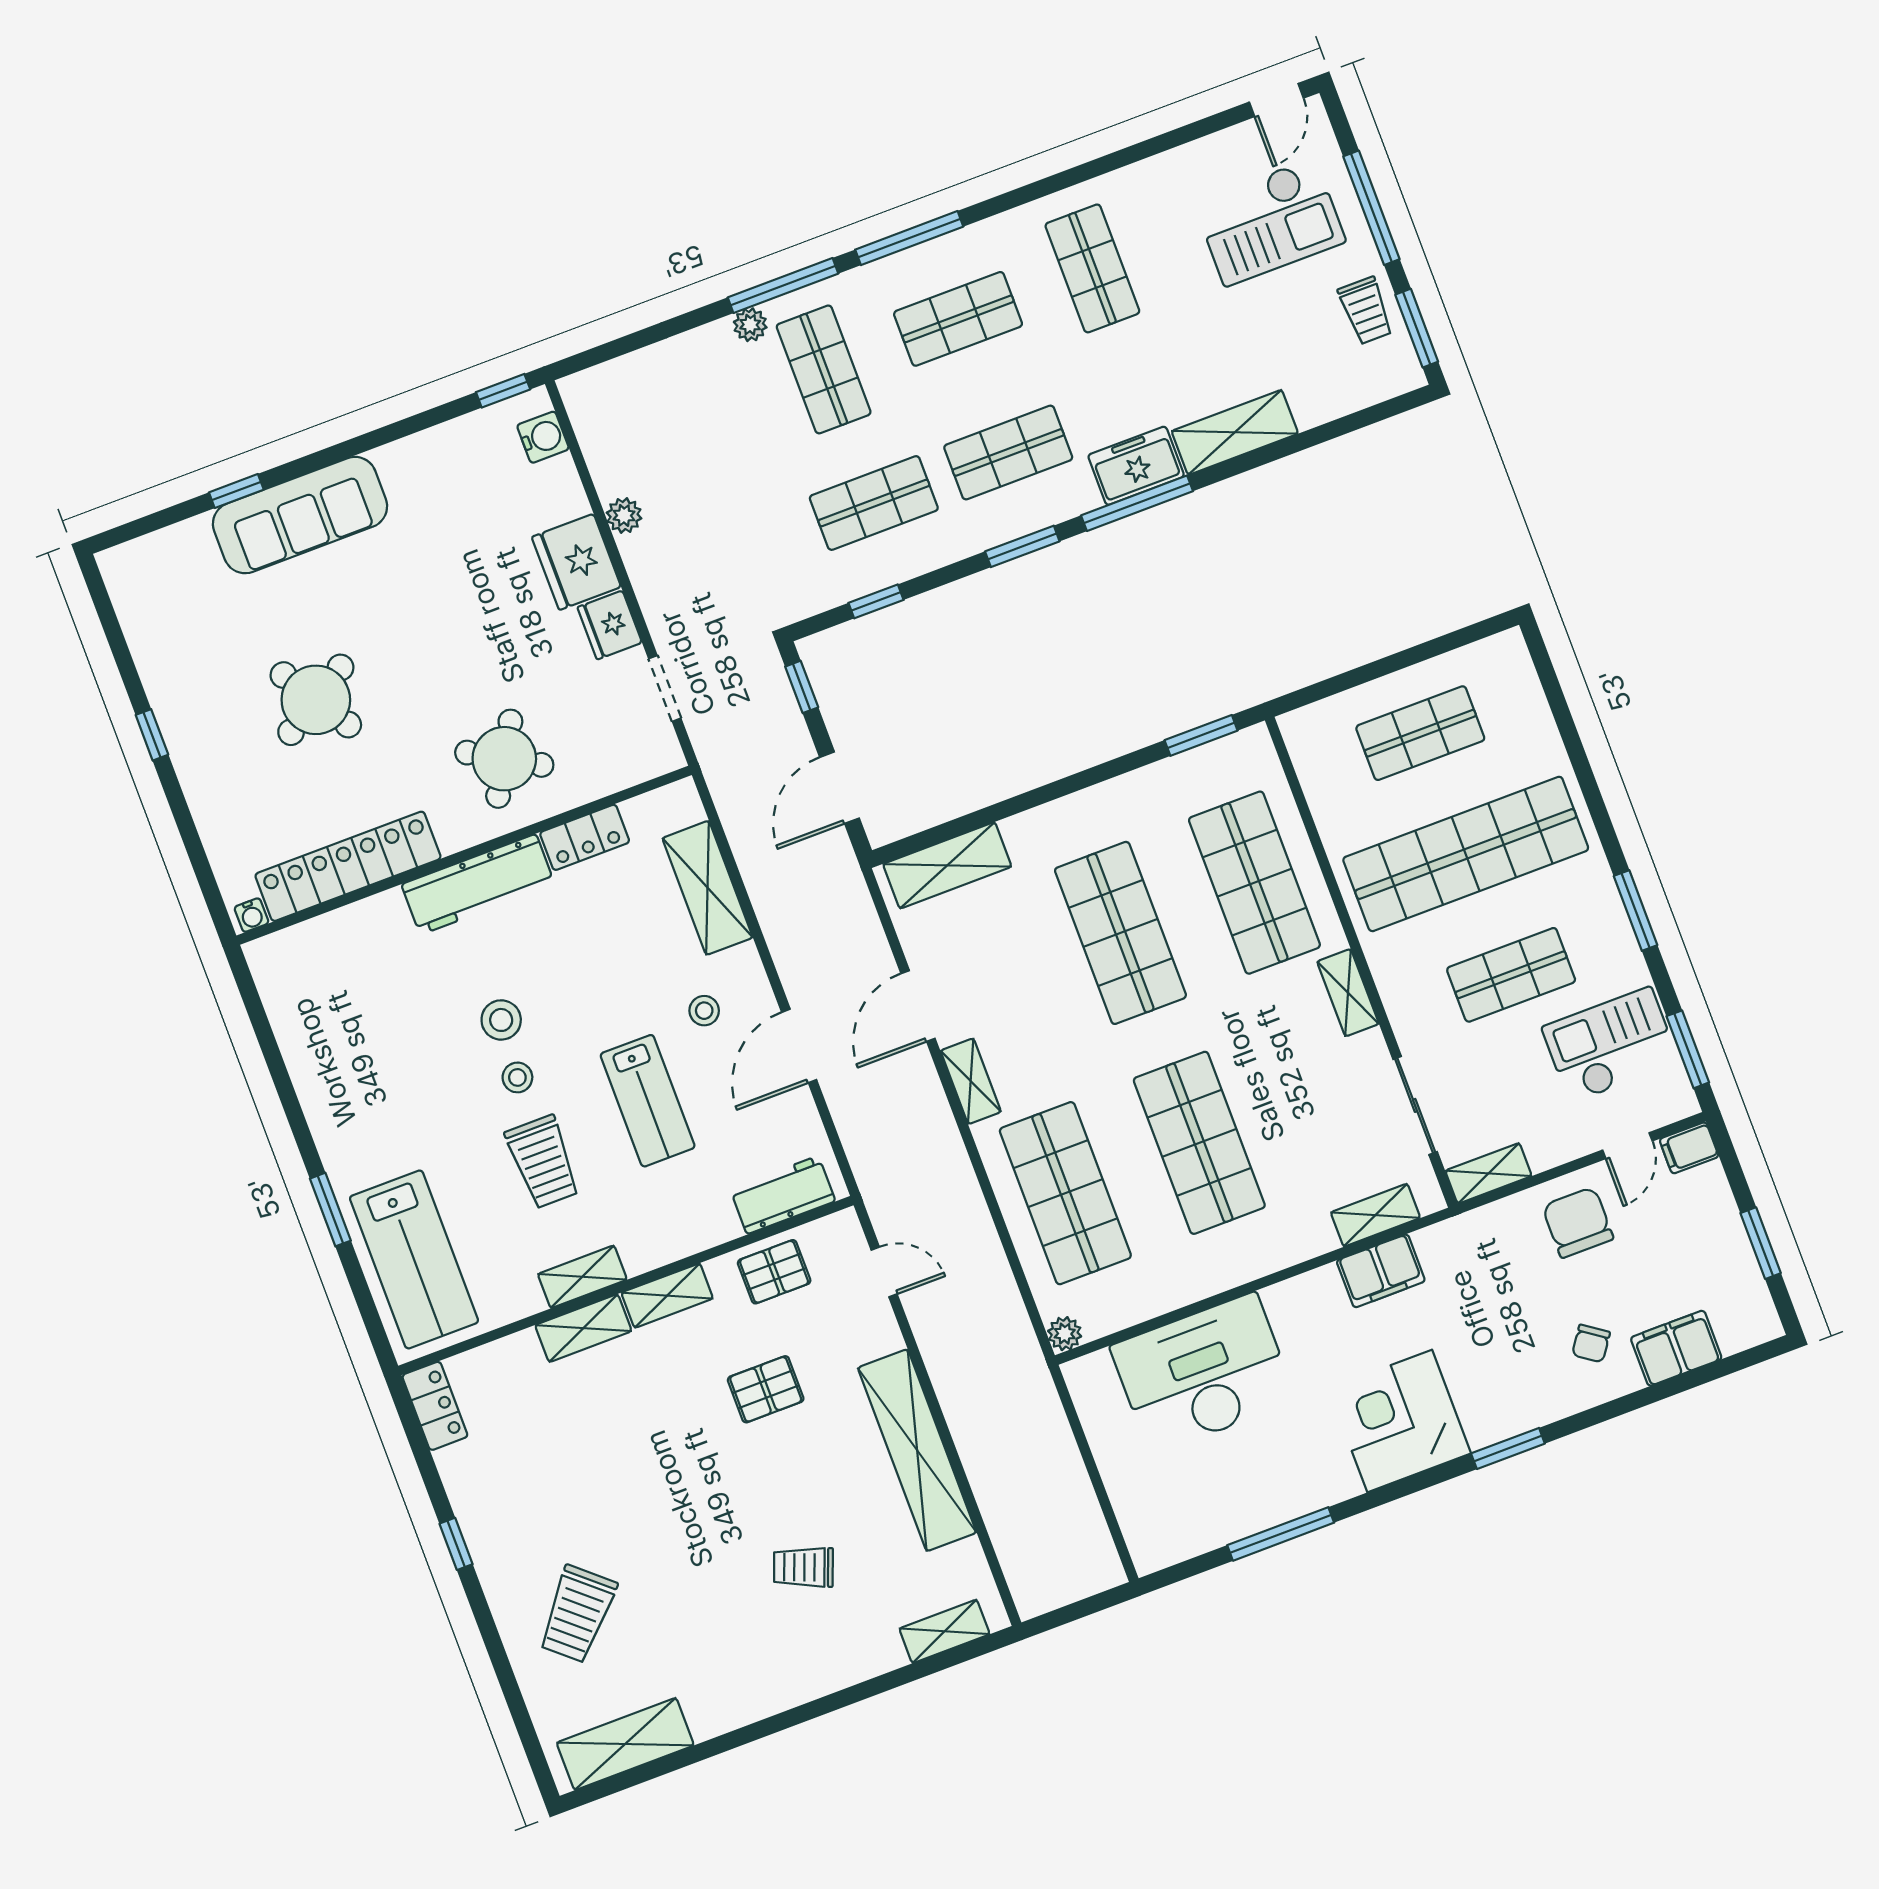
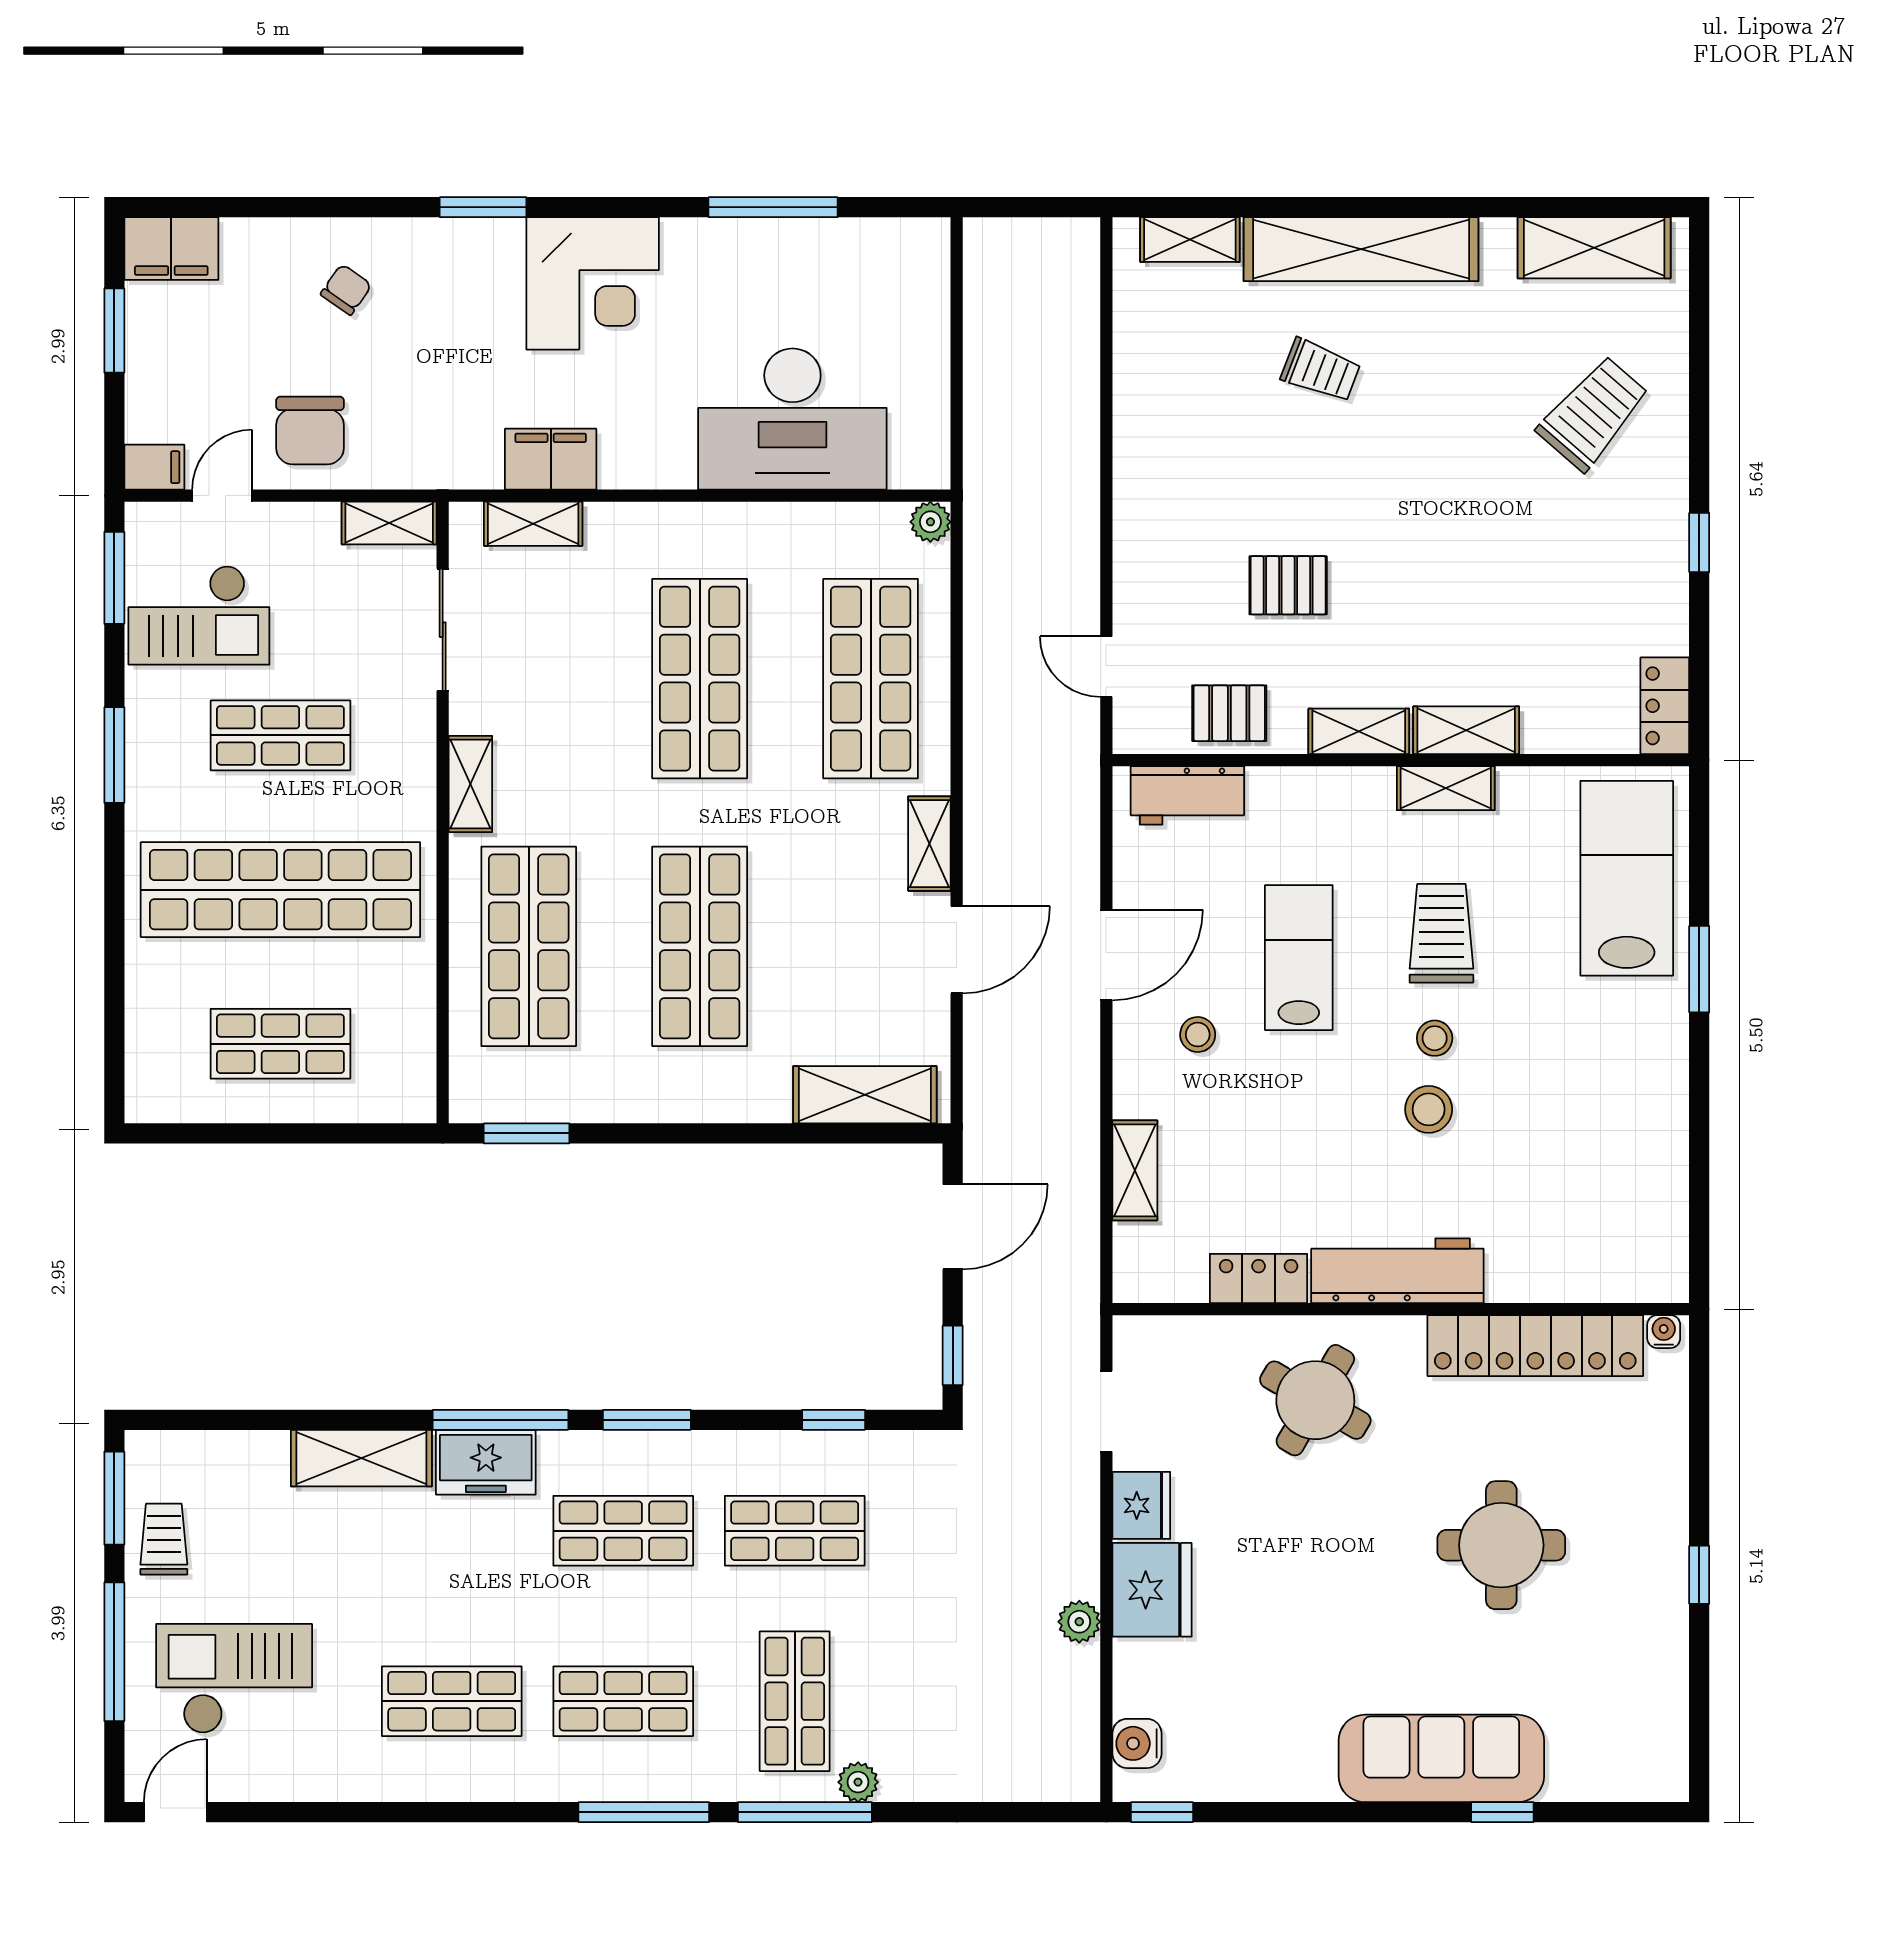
shop shelf: (1092, 268) -> (452, 1701), turned 90
round table: (316, 700) -> (1501, 1545), turned 32
shelving: (708, 888) -> (1135, 1170), width x0.67, depth x0.75
filing cabinet: (1676, 1348) -> (171, 249), moved
shelving: (917, 1450) -> (1361, 249), moved, turned 90

